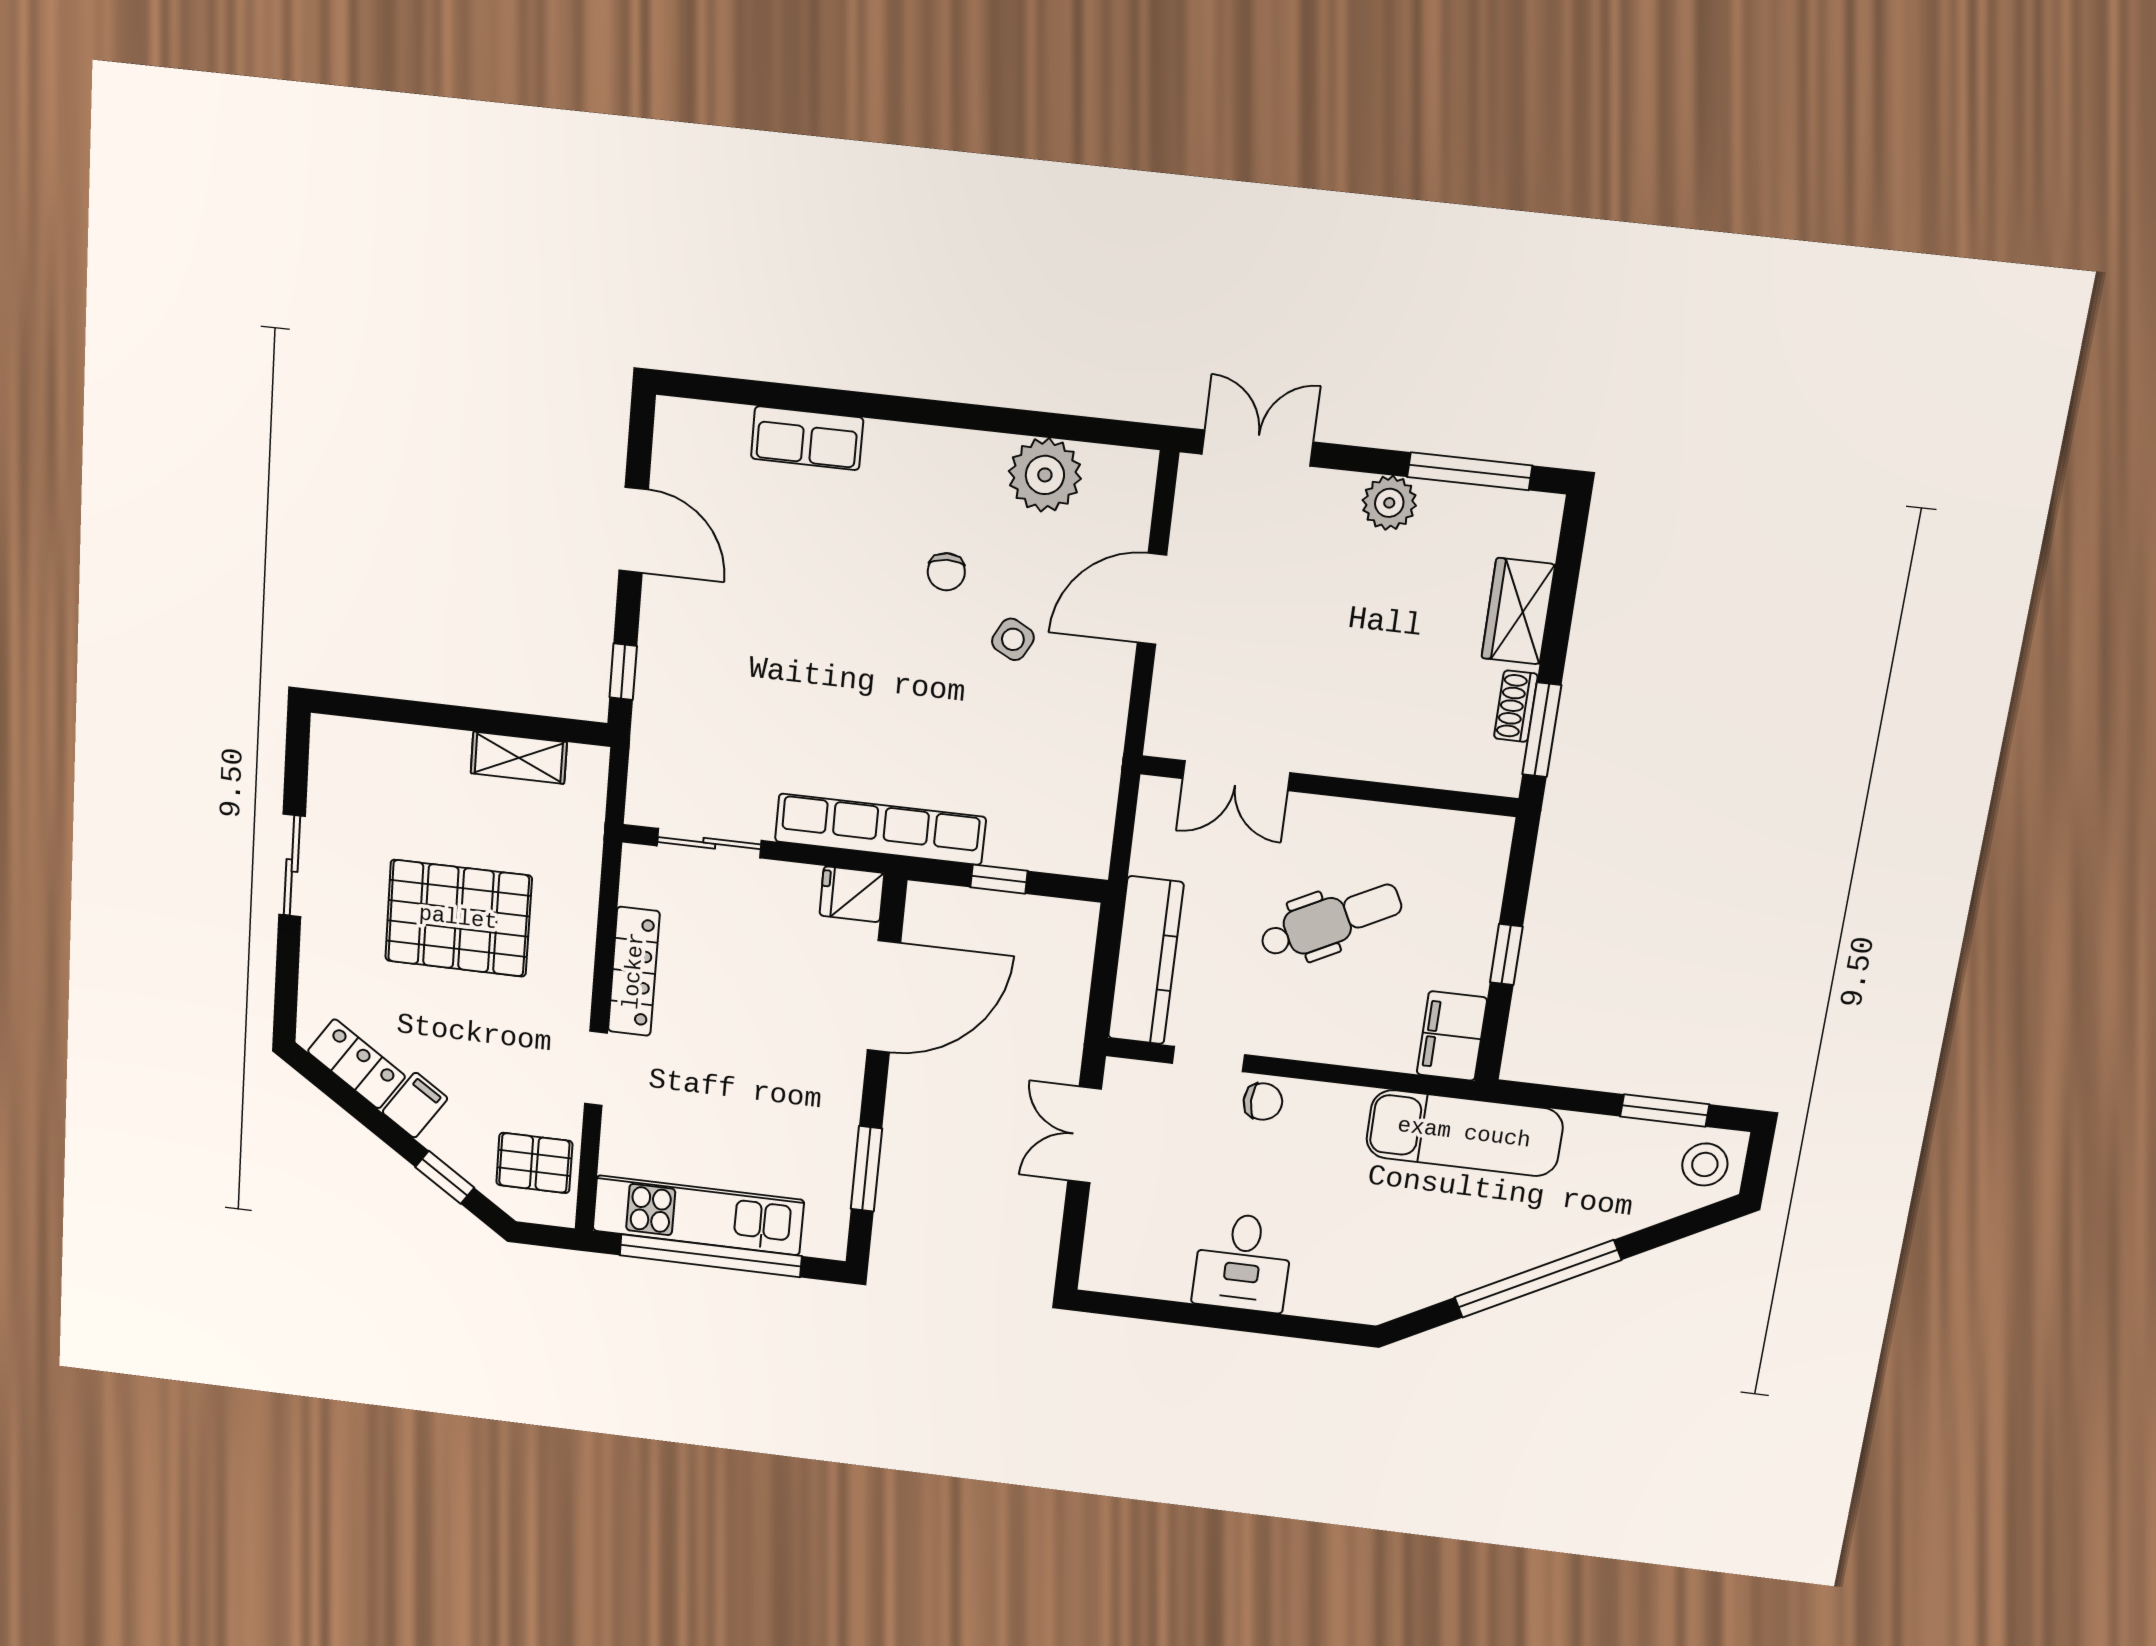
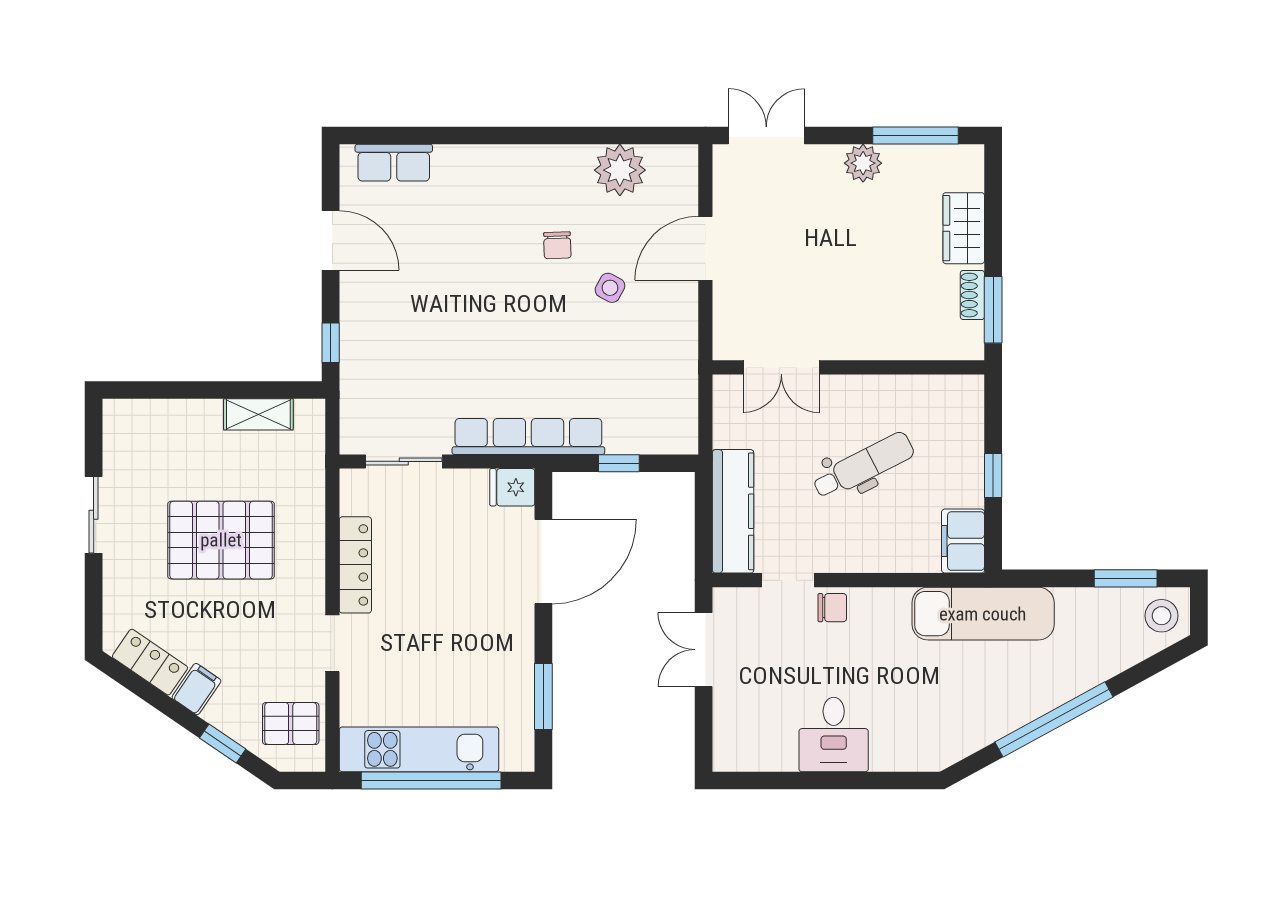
row of seats: (807, 438) -> (394, 163), moved

